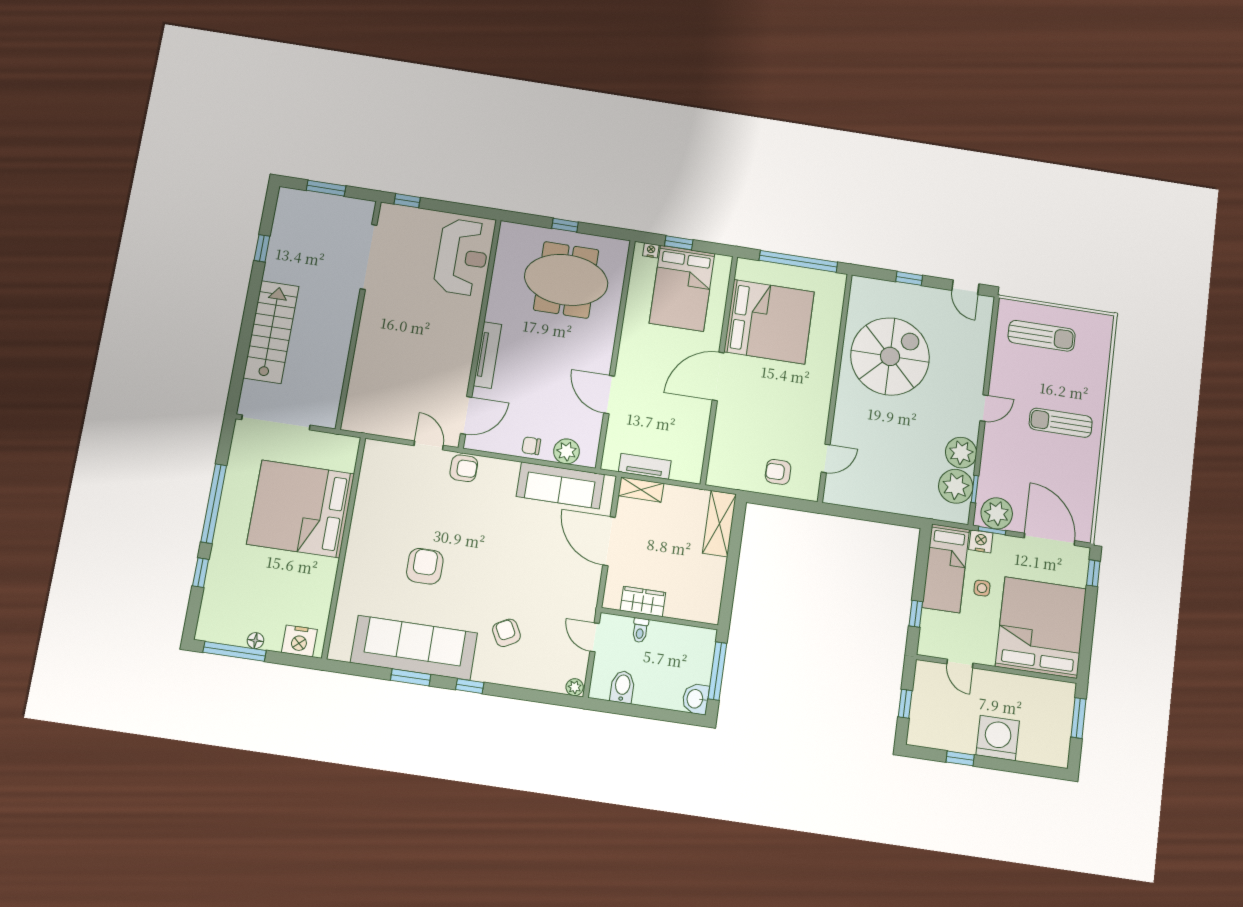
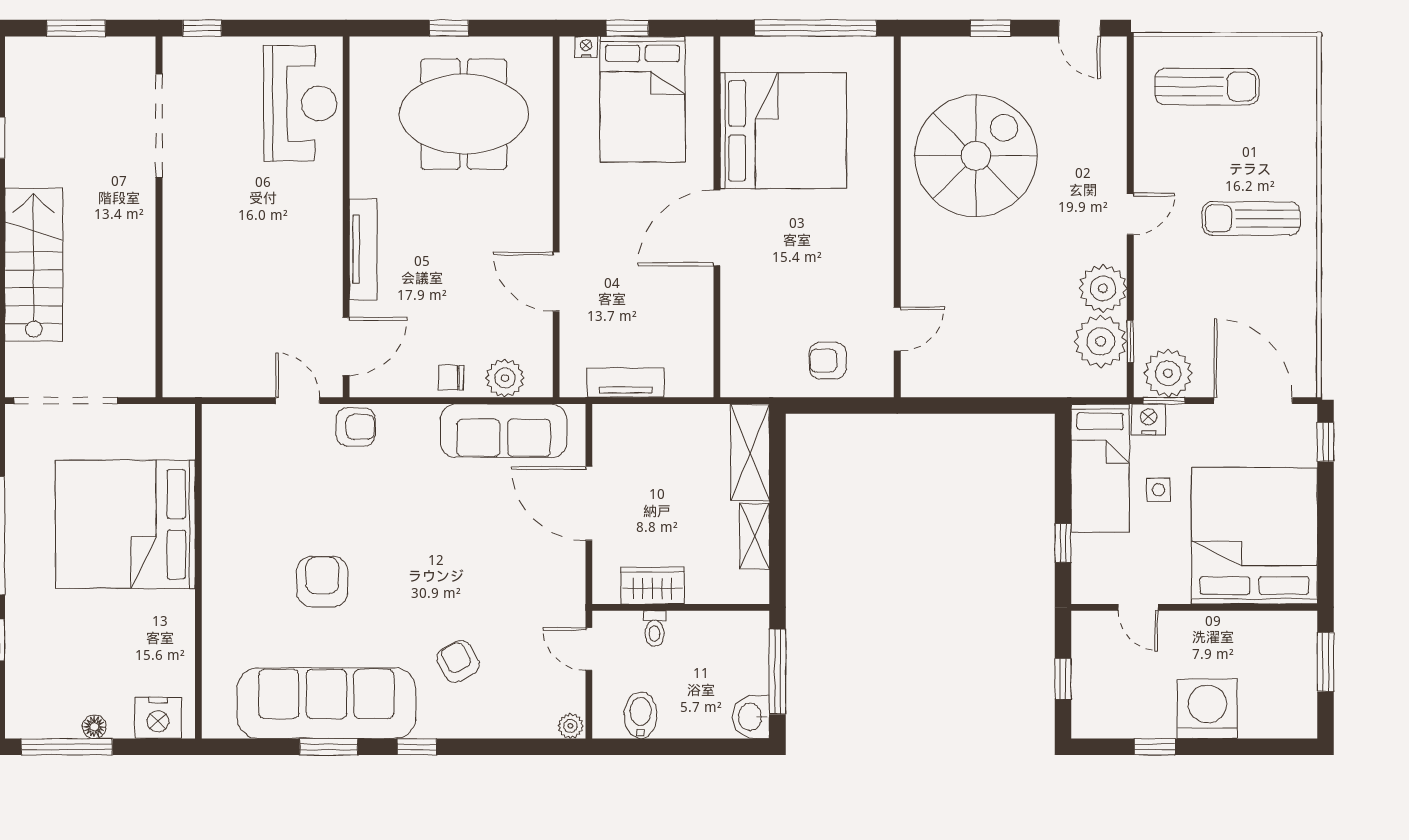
shelving: (641, 489) -> (755, 536), moved, turned 90

